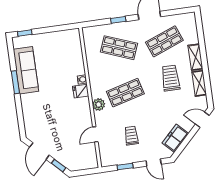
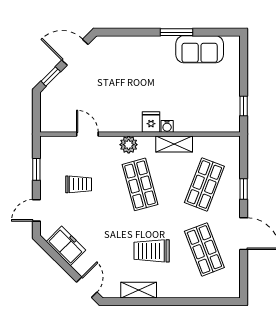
window: (25, 33) -> (244, 106), moved
shelving: (195, 57) -> (174, 144), moved
sofa: (26, 70) -> (200, 49), width x0.73
trolley: (170, 78) -> (152, 251), turned 180

